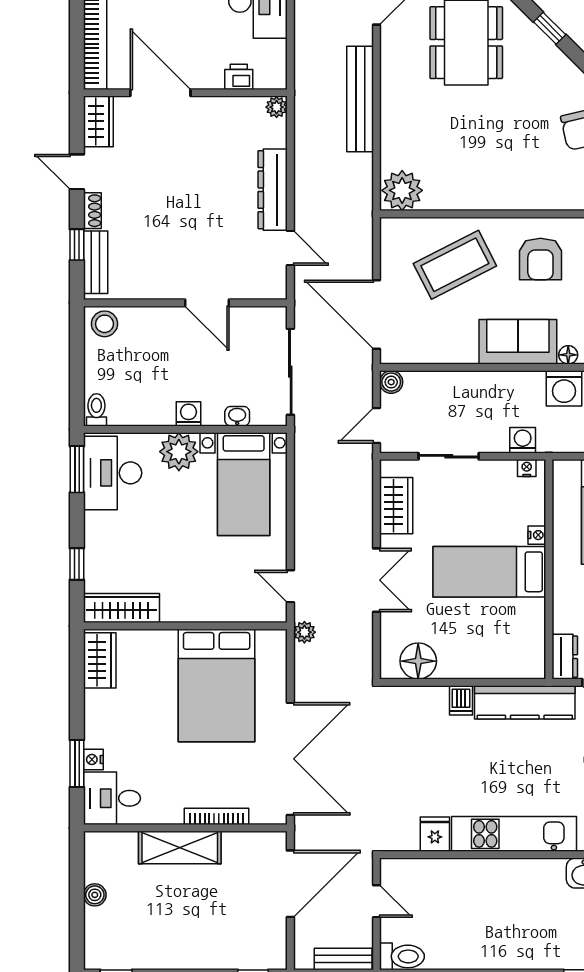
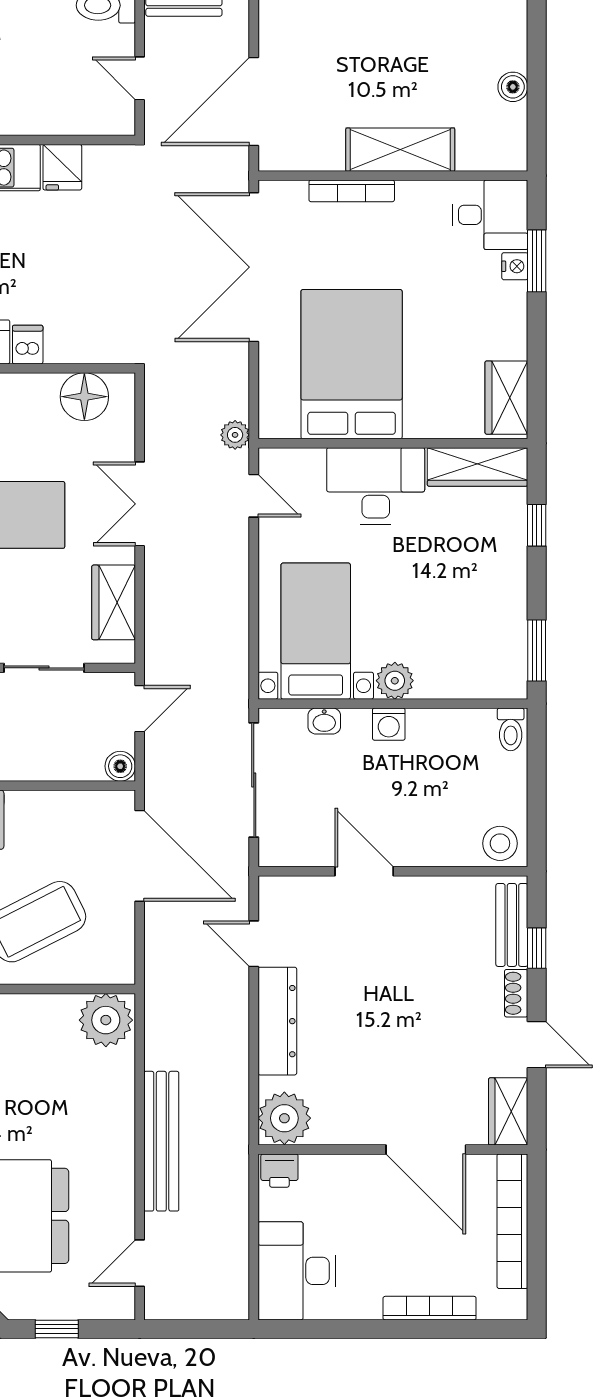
printer: (239, 77) -> (279, 1171), moved
plant: (277, 107) -> (284, 1118), width x1.88, depth x1.88
plant: (179, 452) -> (395, 681), width x0.73, depth x0.73
desk: (113, 473) -> (376, 486), moved, turned -90

